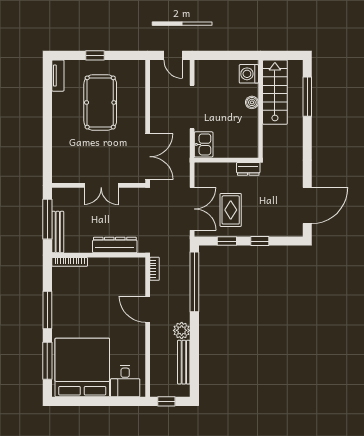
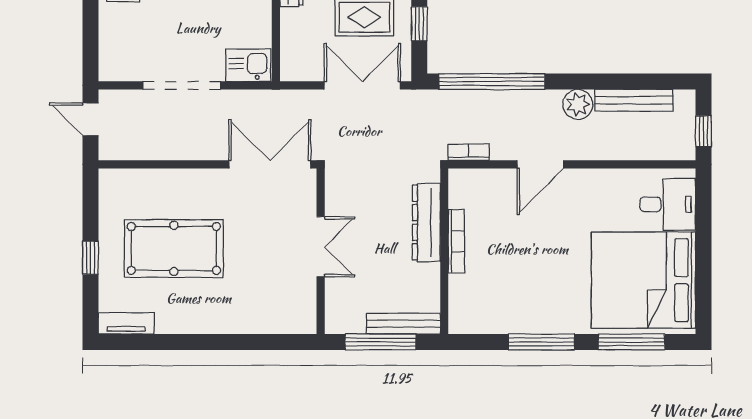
door: (173, 55) -> (90, 119), swing flipped
bookcase: (70, 262) -> (456, 241), moved

